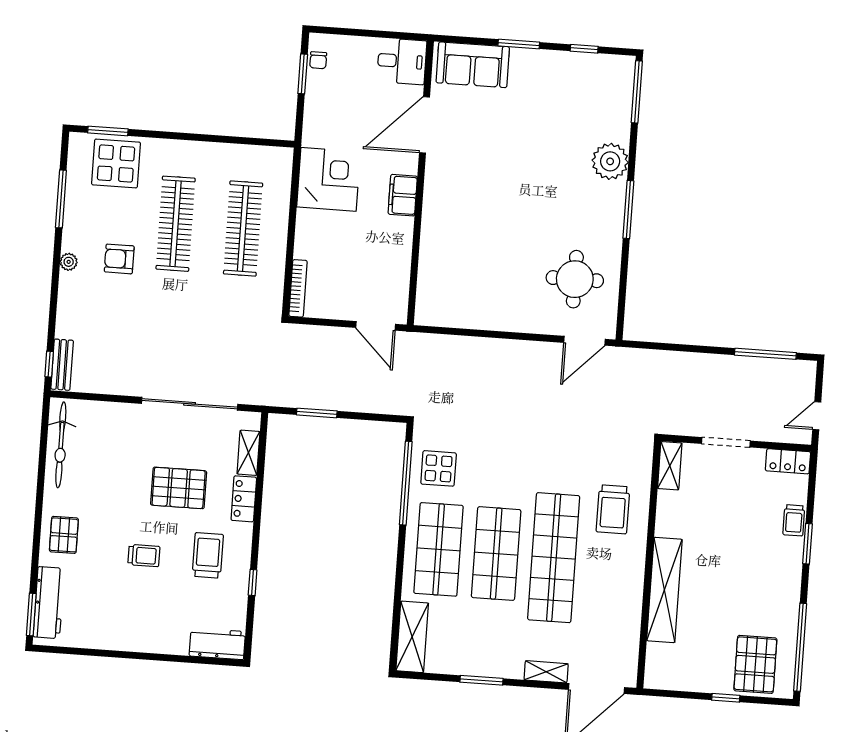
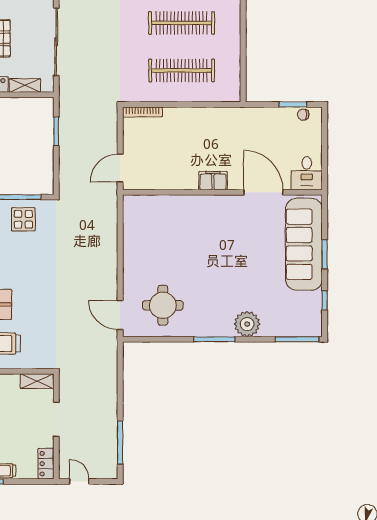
sofa: (473, 65) -> (304, 244), width x1.85, depth x1.27
corner desk: (328, 179) -> (220, 128), removed

